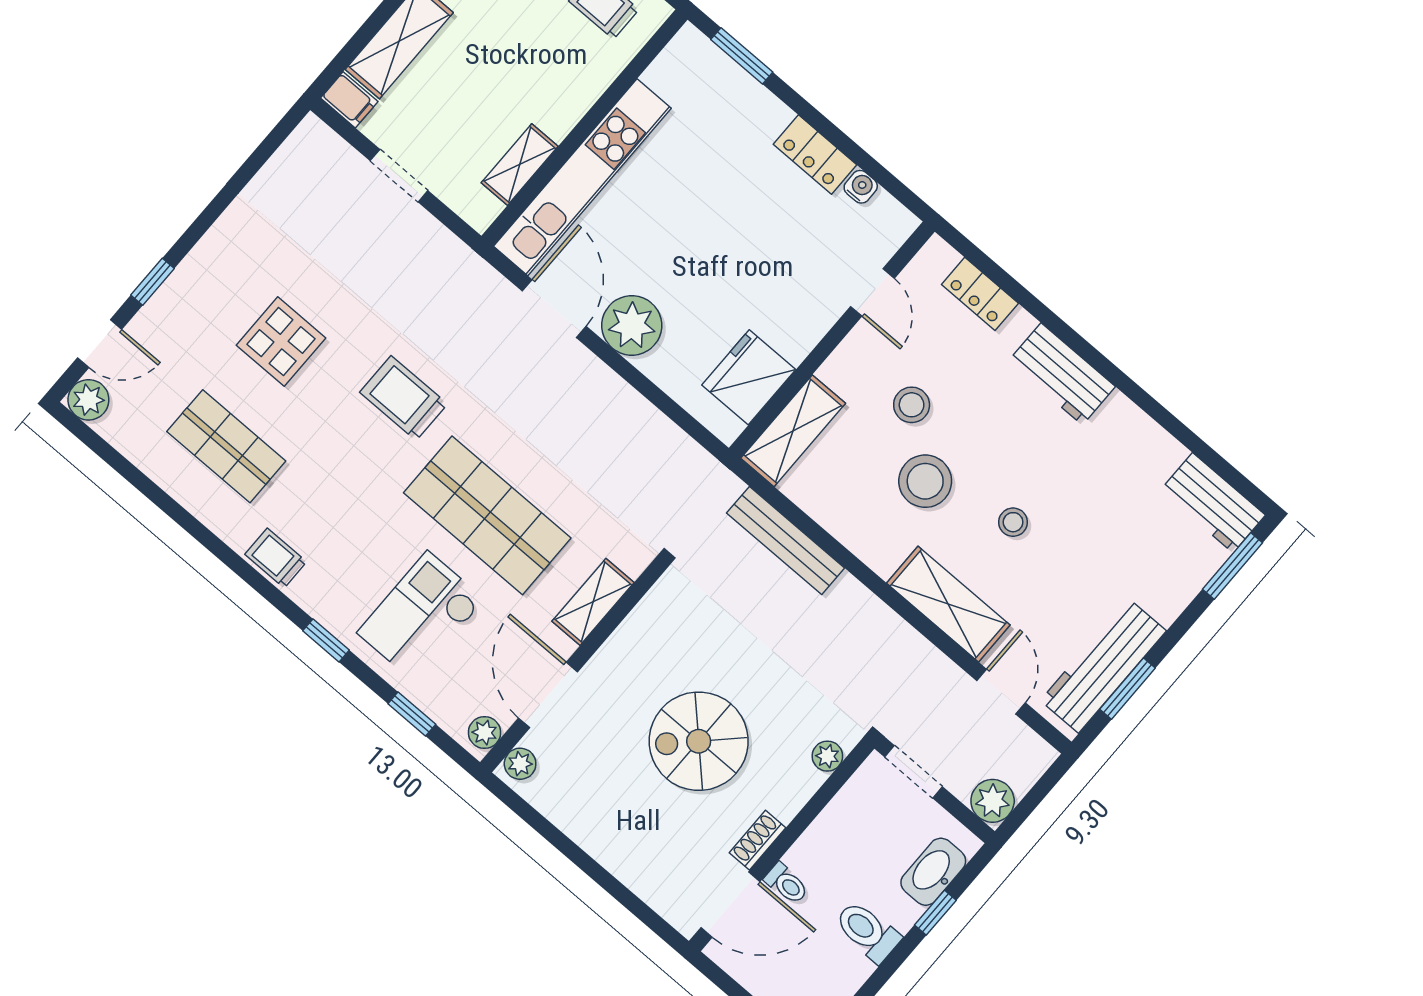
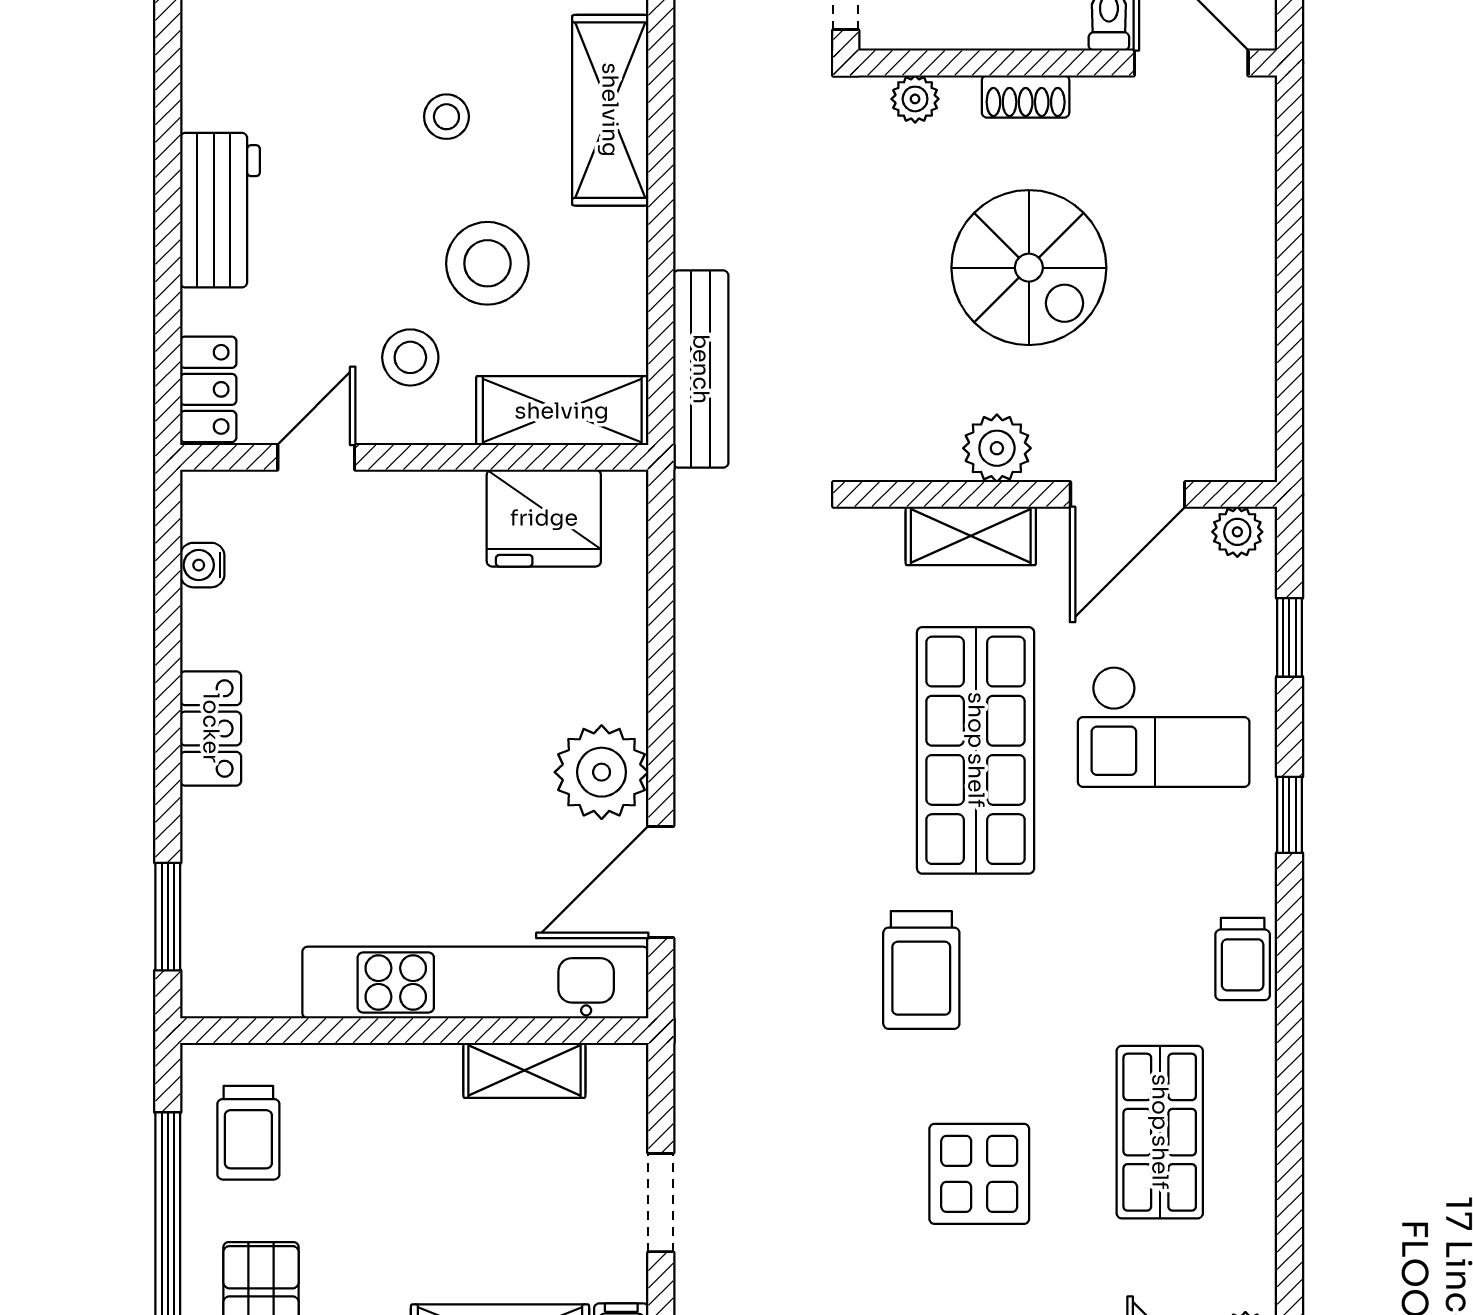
water cooler: (861, 187) -> (202, 565), moved
door: (872, 292) -> (316, 457), moved
wall: (832, 340) -> (414, 457), moved
fridge: (749, 377) -> (544, 518), moved
shelving: (793, 431) -> (562, 411), moved
plant: (520, 764) -> (997, 448), moved, width x1.38, depth x1.38
shoe rack: (757, 840) -> (1026, 96), moved

